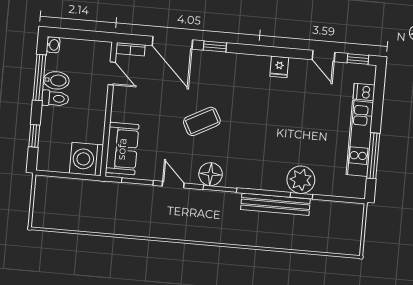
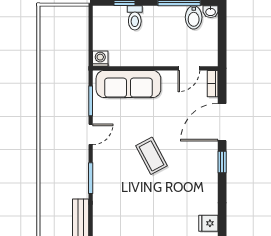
bidet: (56, 80) -> (194, 17), moved
toilet: (55, 98) -> (135, 18), moved
sofa: (122, 149) -> (128, 84), width x1.36
washing machine: (86, 159) -> (100, 59), width x0.53, depth x0.53
floor lamp: (211, 174) -> (103, 168), removed

